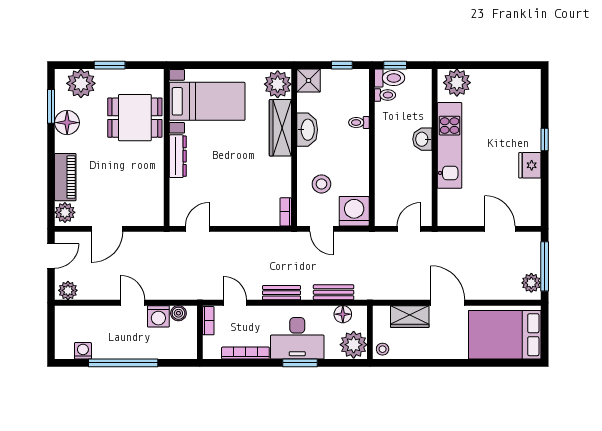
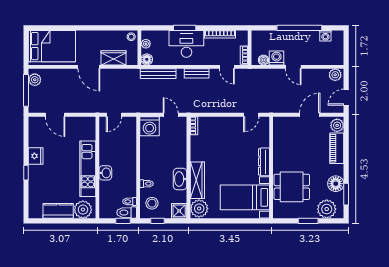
kitchen counter: (495, 80) -> (58, 211), added
stool: (321, 184) -> (152, 203), moved
bench: (334, 292) -> (158, 74), width x1.36
floor lamp: (343, 314) -> (147, 59), moved
plant: (354, 345) -> (146, 44), width x0.53, depth x0.53

